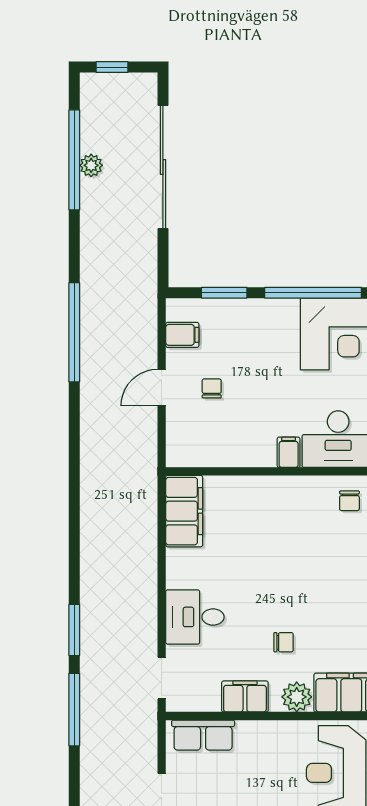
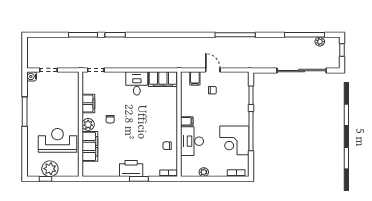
plant: (91, 165) -> (320, 42), moved
filing cabinet: (182, 335) -> (195, 78), moved
desk: (195, 617) -> (137, 83), moved
row of seats: (203, 735) -> (73, 87), removed

